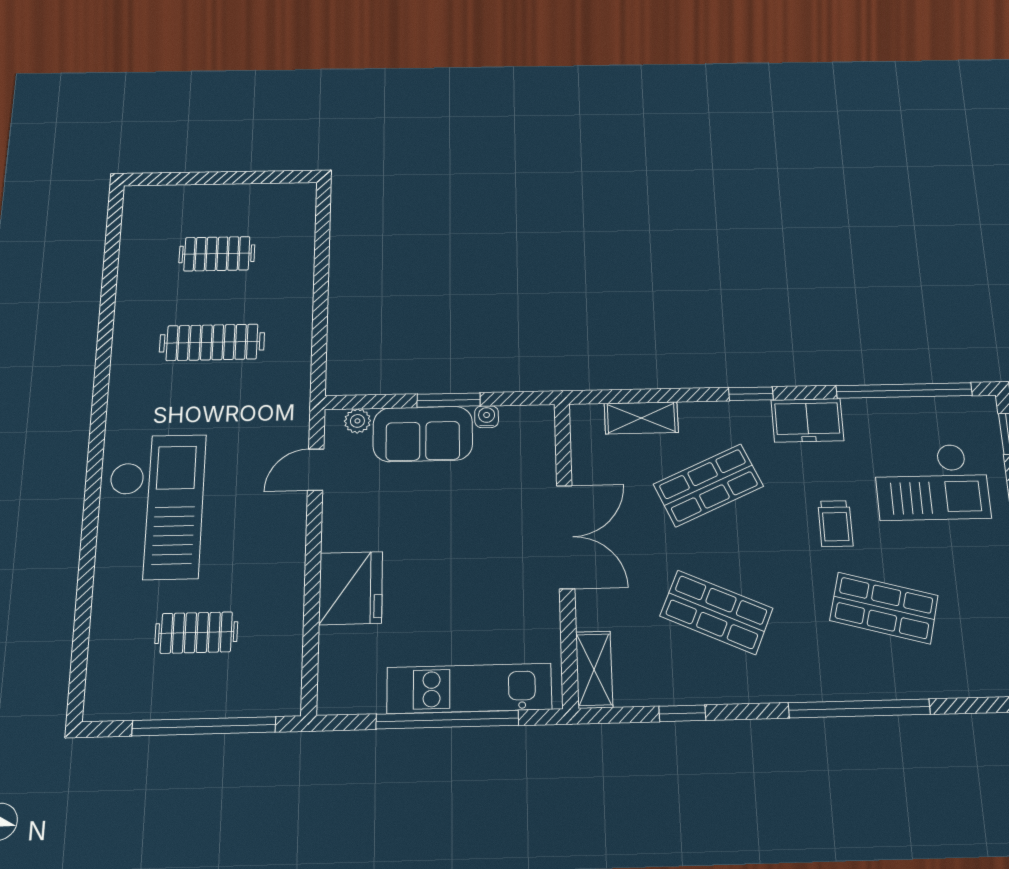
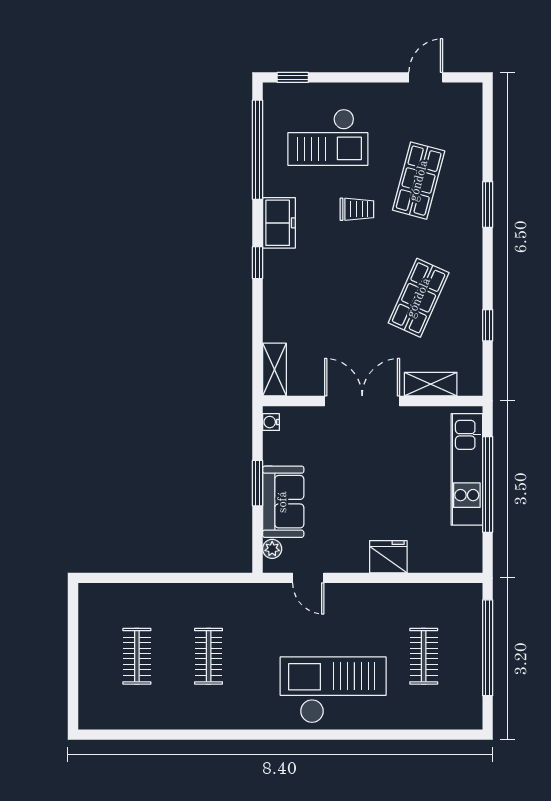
clothes rail: (212, 342) -> (209, 656), width x0.73
water cooler: (487, 417) -> (271, 422), moved
shelving: (641, 418) -> (274, 370), moved
checkout: (932, 482) -> (328, 137), turned 90
shop shelf: (709, 485) -> (327, 298), removed
fridge: (351, 588) -> (388, 557), width x0.73, depth x0.75
shelving: (594, 670) -> (431, 384), moved
window: (859, 709) -> (488, 204), width x0.47

